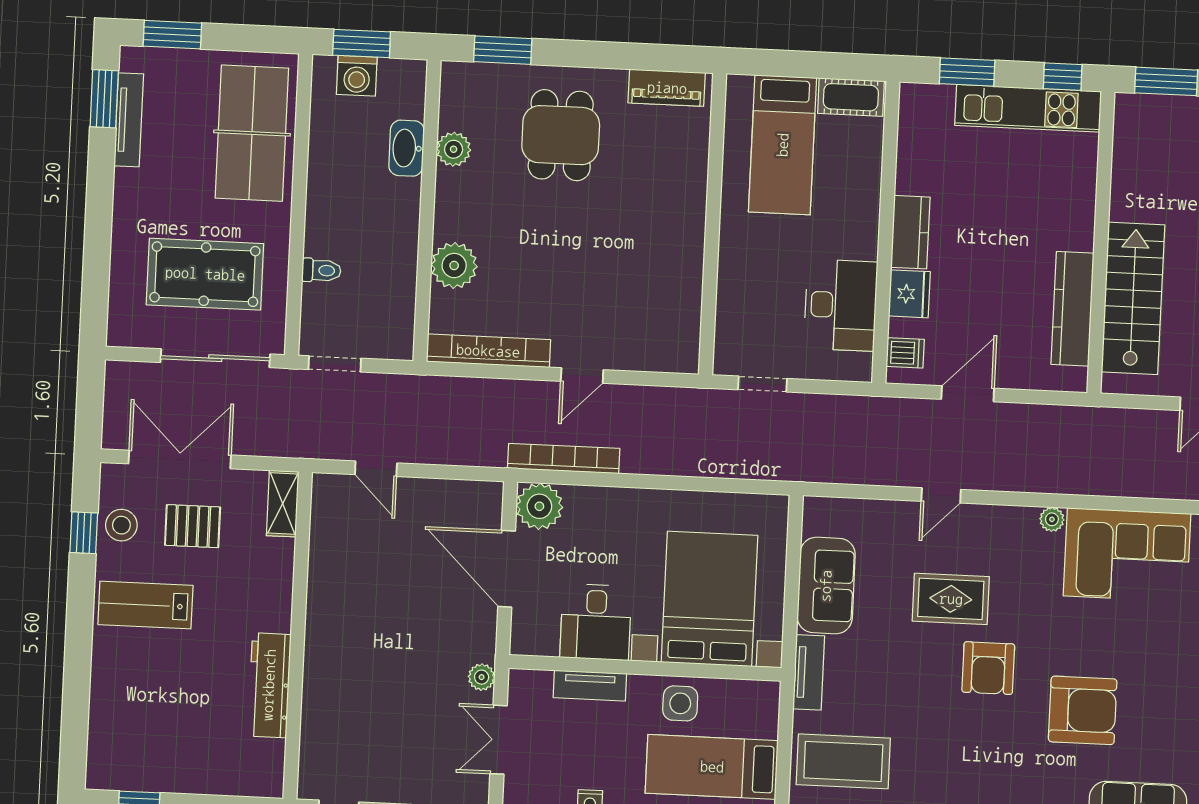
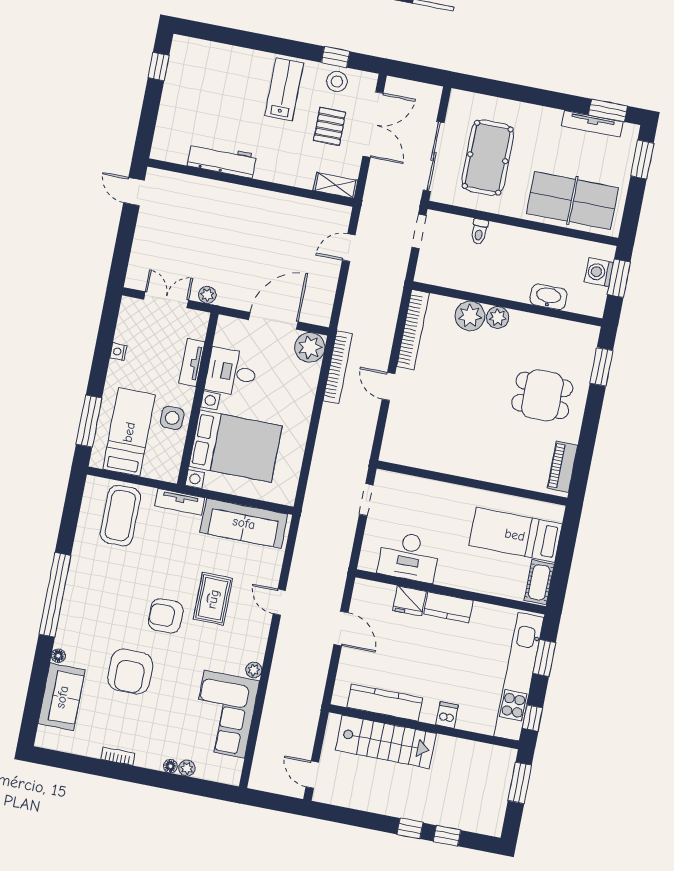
kitchen unit: (1028, 108) -> (519, 677), width x1.36
plant: (454, 149) -> (498, 317), moved
dishwasher: (905, 353) -> (447, 715), moved, turned 180
sofa: (826, 586) -> (244, 523), width x1.36

